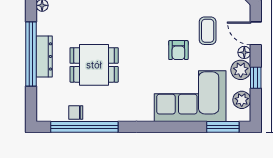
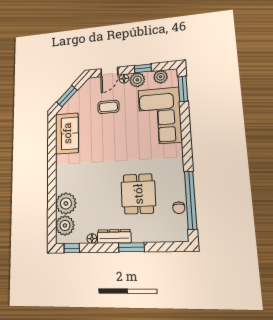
armchair: (178, 50) -> (124, 128), removed
window: (31, 54) -> (131, 247), width x0.47
dresser: (44, 56) -> (114, 236), moved

